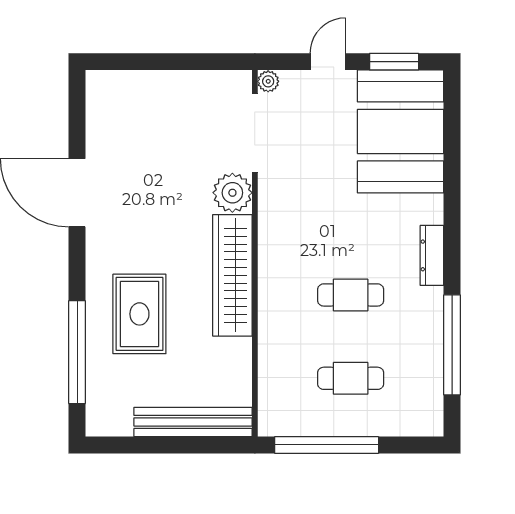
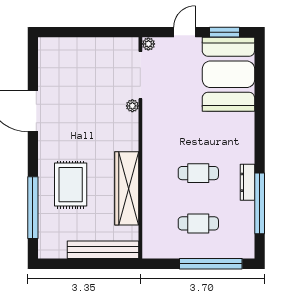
plant: (232, 193) -> (132, 106), width x0.53, depth x0.53
dresser: (432, 255) -> (247, 182), moved
wardrobe: (232, 275) -> (127, 188), moved
window: (327, 445) -> (211, 264), moved

